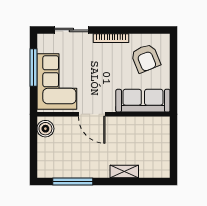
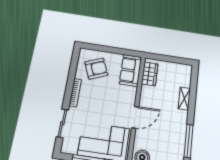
sofa: (143, 101) -> (130, 70), width x0.73
wardrobe: (149, 125) -> (150, 74), added

